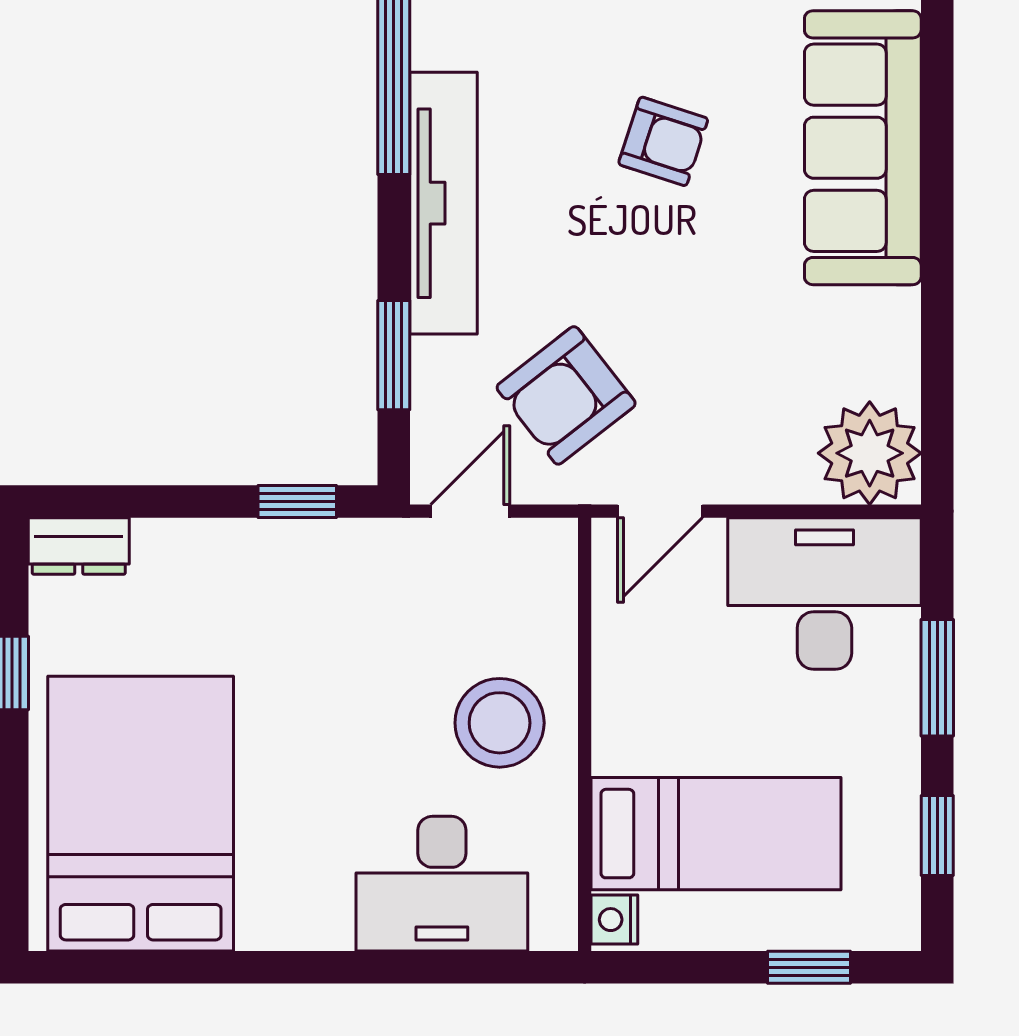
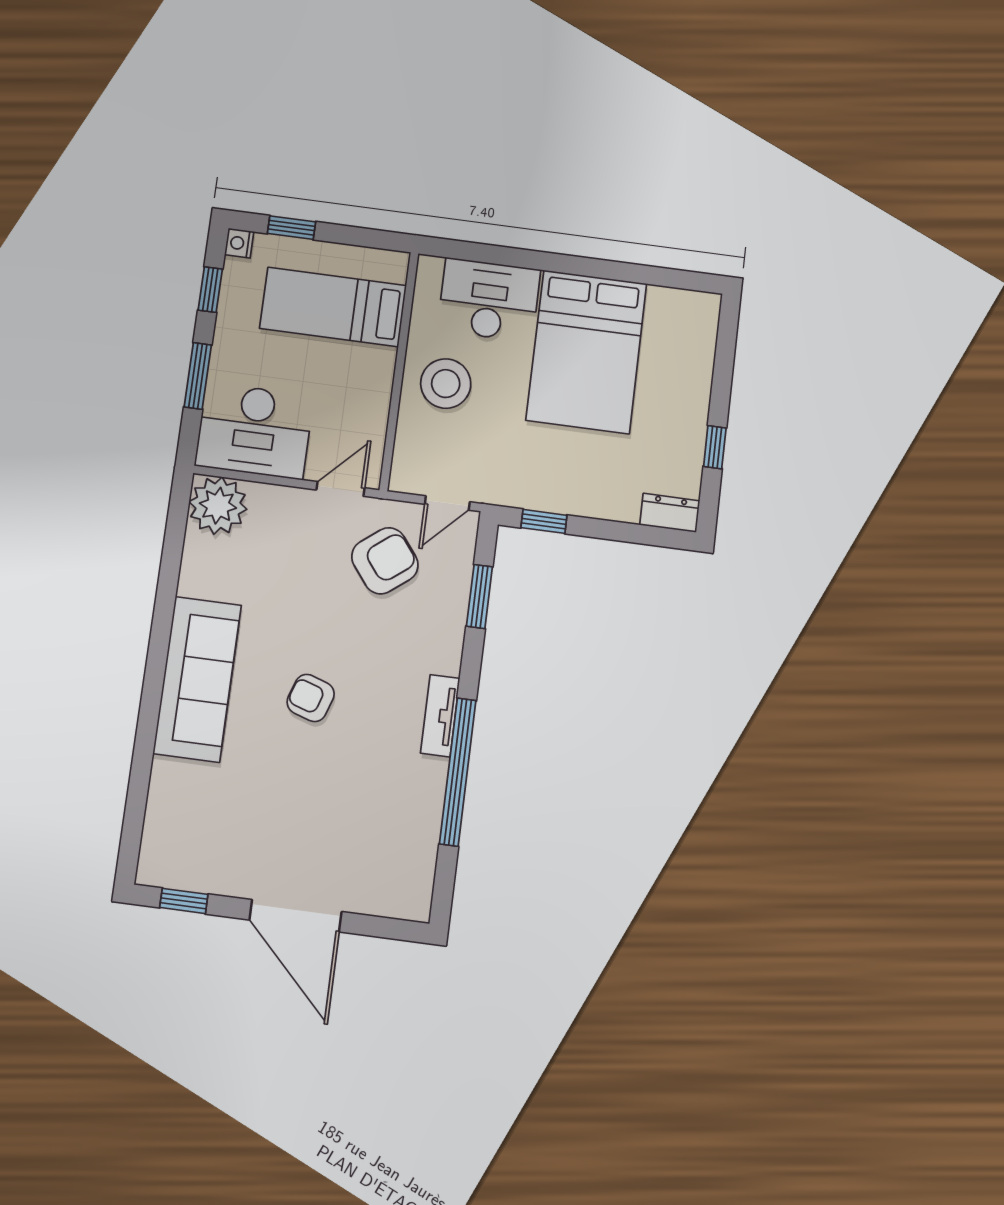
tv unit: (444, 203) -> (440, 716), width x0.52, depth x0.78
bed: (141, 814) -> (586, 352), moved
nightstand: (614, 920) -> (239, 243), moved, turned 180

